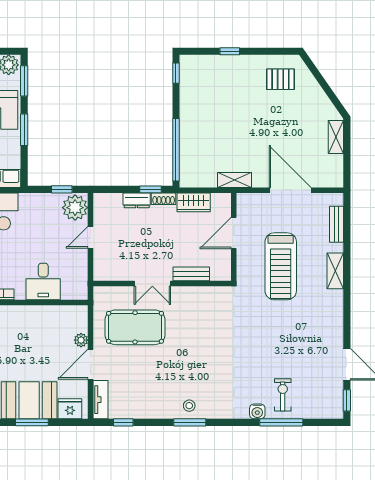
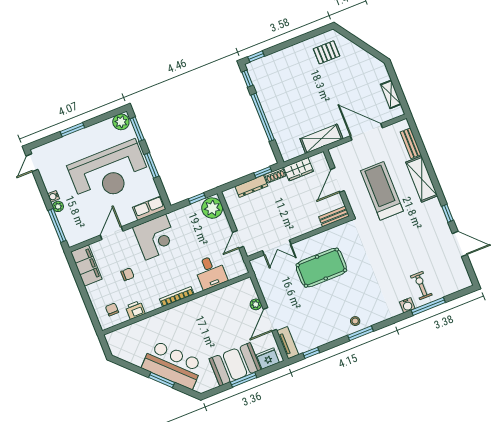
window: (230, 51) -> (256, 56), moved
shelving: (336, 137) -> (391, 94), moved
window: (176, 150) -> (263, 117), moved
shelving: (234, 180) -> (321, 139), width x1.50, depth x1.33
dresser: (137, 200) -> (251, 186), width x1.44
door: (91, 237) -> (238, 239), moved
treadmill: (281, 266) -> (382, 191), turned 180
shelving: (335, 271) -> (422, 179), width x1.50, depth x1.33
bench: (191, 274) -> (334, 216), moved
double door: (152, 283) -> (277, 247), moved
pool table: (135, 327) -> (321, 268), moved
window: (347, 400) -> (448, 213), moved

